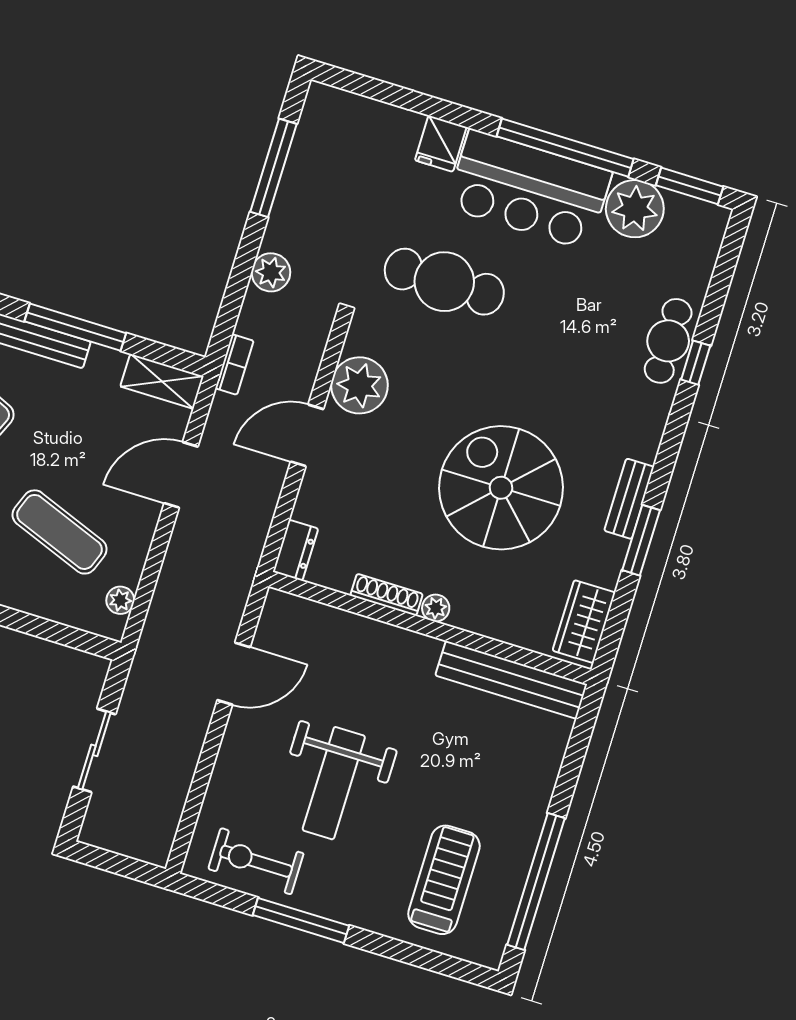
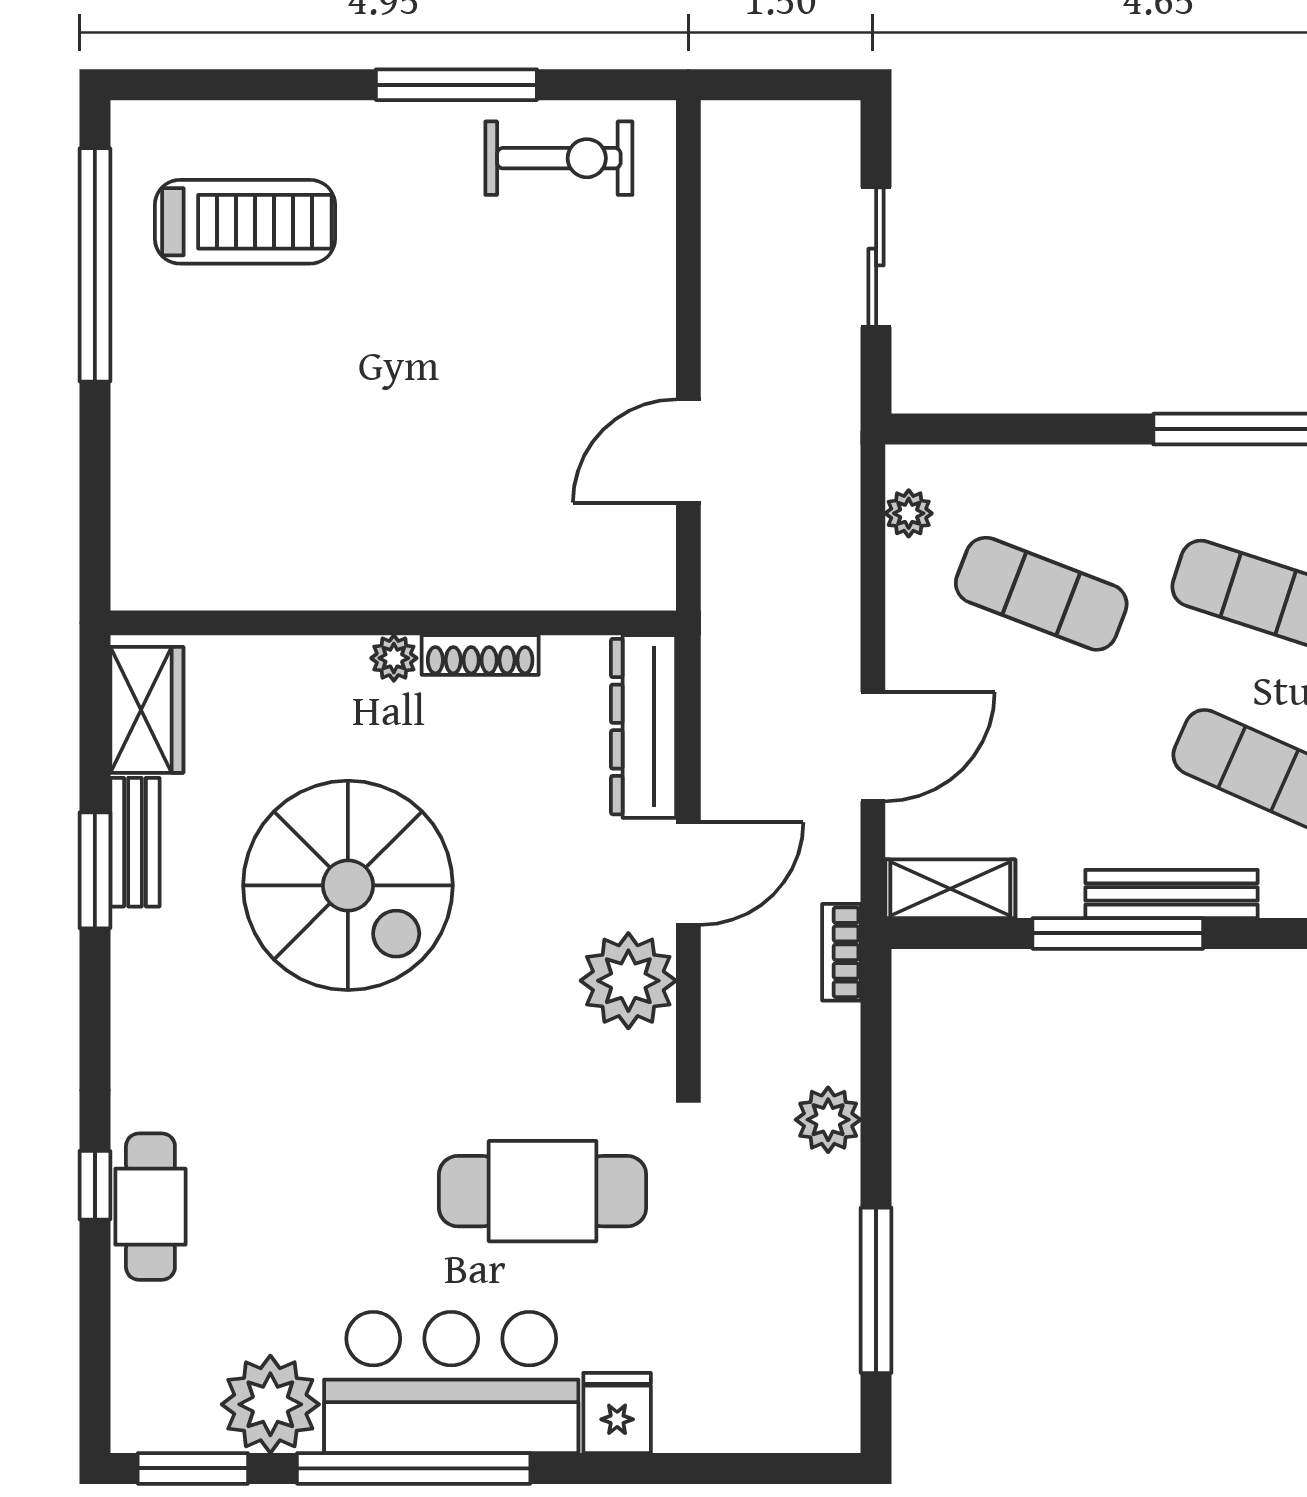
bench: (629, 499) -> (135, 842), moved
dresser: (295, 550) -> (644, 727), width x1.96, depth x1.24
bench: (511, 680) -> (236, 579), removed
weight bench: (334, 783) -> (472, 323), removed
treadmill: (444, 880) -> (245, 222), turned -90

